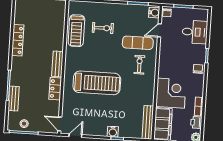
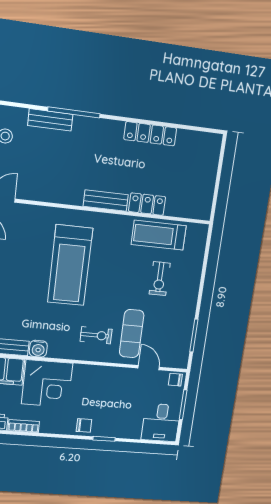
water cooler: (154, 13) -> (38, 349), moved
desk: (195, 32) -> (161, 423), moved
locker: (55, 89) -> (147, 204), moved

